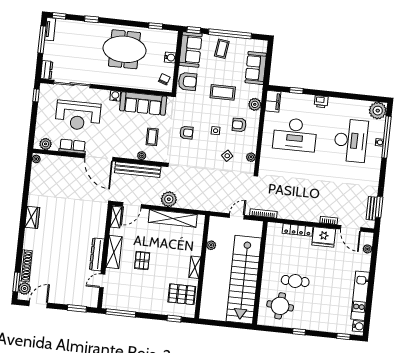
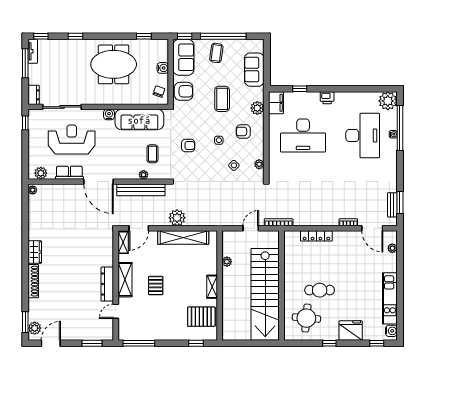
coffee table: (223, 92) -> (222, 99), turned 90
reception desk: (78, 116) -> (72, 140), turned 180
fridge: (324, 237) -> (351, 331), moved, turned 180
shoe rack: (26, 266) -> (33, 281), moved

